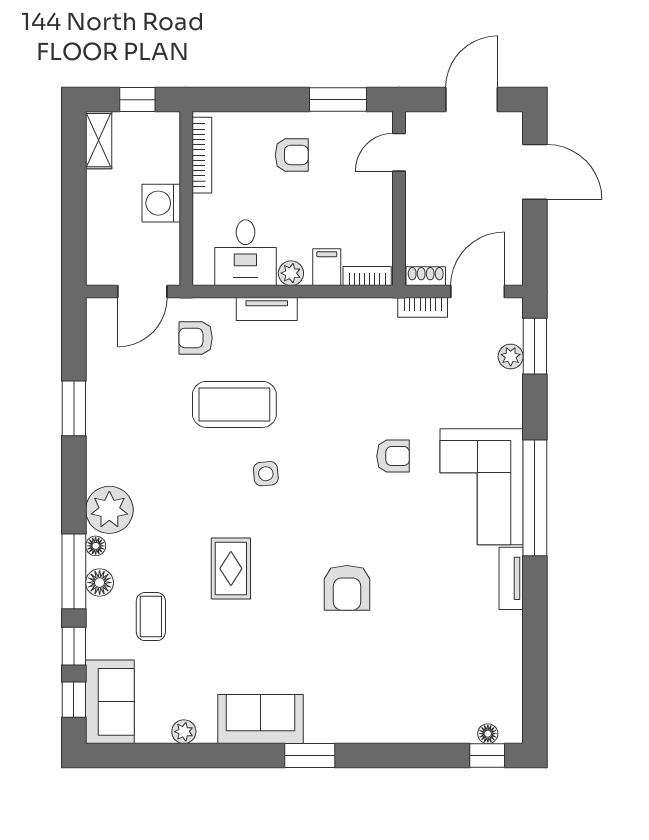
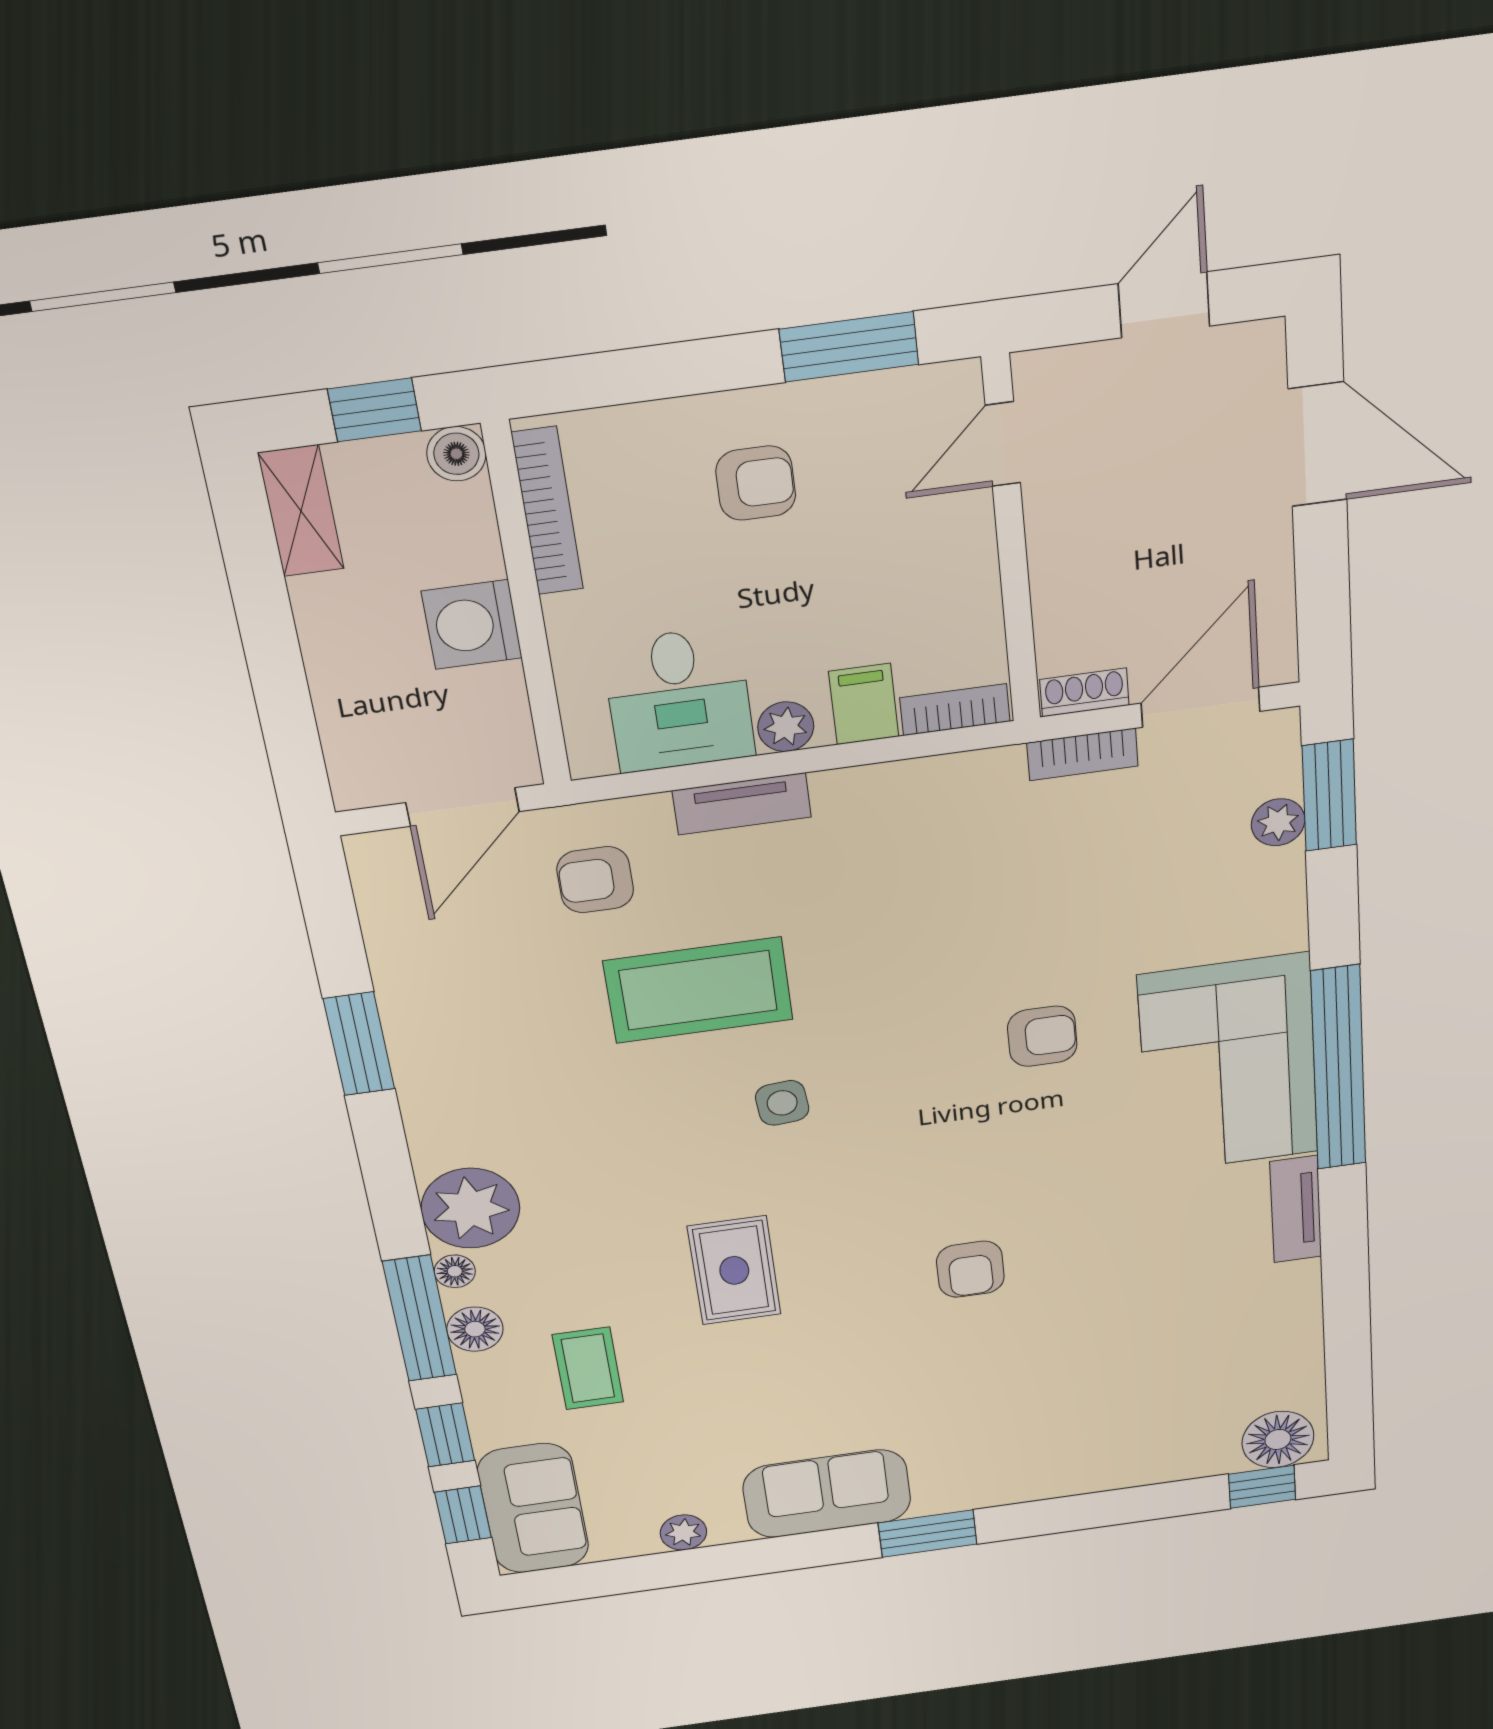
door: (472, 100) -> (1164, 305), width x0.73
boiler: (168, 124) -> (456, 454), added
armchair: (347, 588) -> (970, 1269), width x0.72, depth x0.72
floor lamp: (488, 734) -> (1278, 1439), width x1.89, depth x1.89

